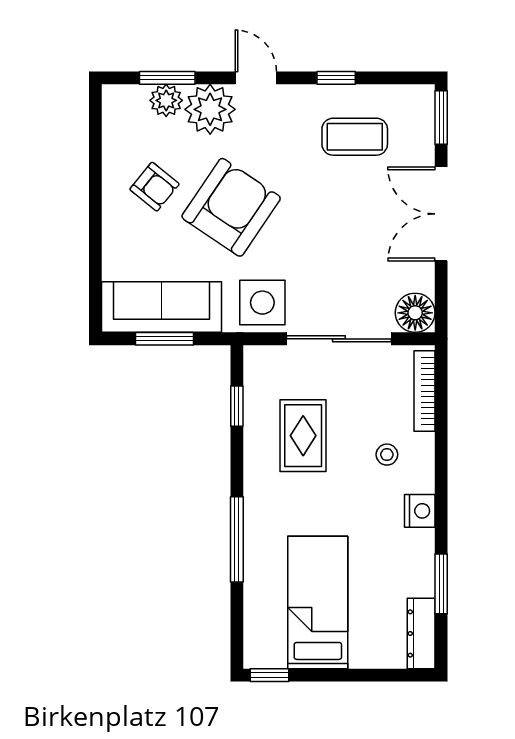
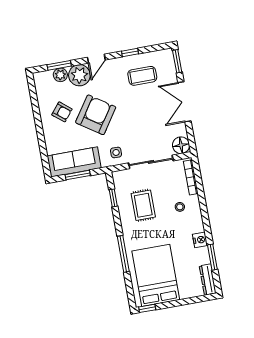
door: (256, 78) -> (96, 59), swing flipped
side table: (262, 303) -> (116, 152), width x0.54, depth x0.54
nightstand: (420, 511) -> (200, 240), moved
bed: (318, 602) -> (156, 275), width x1.50

